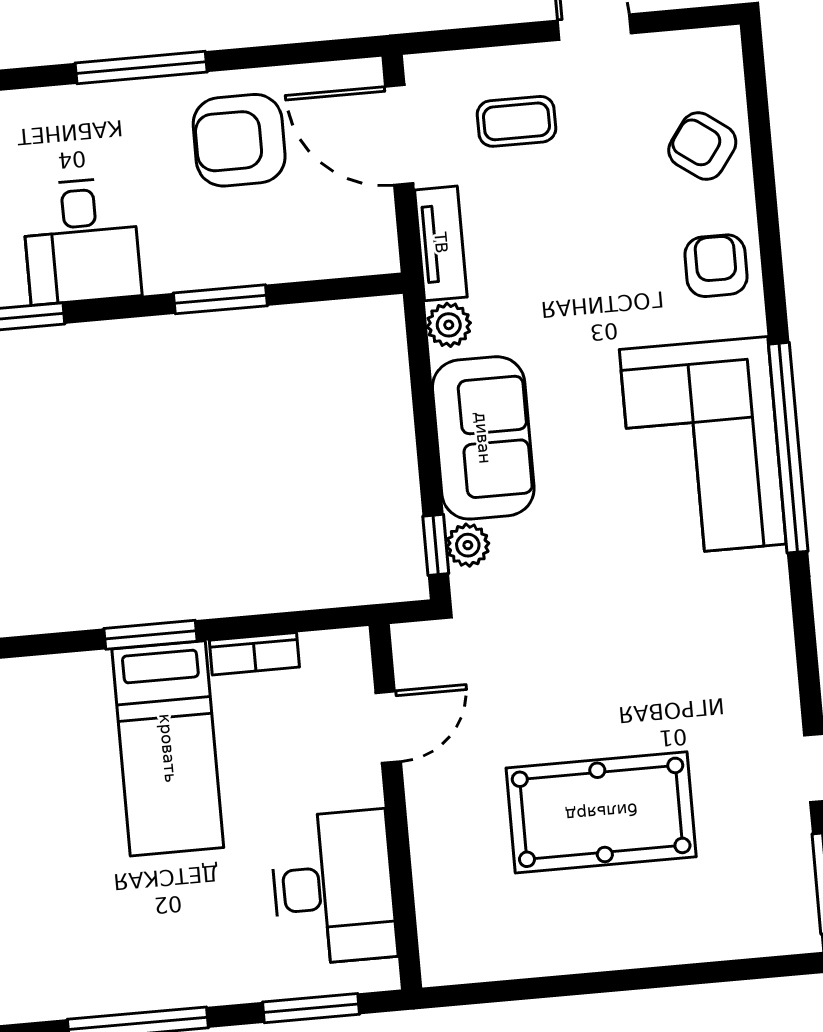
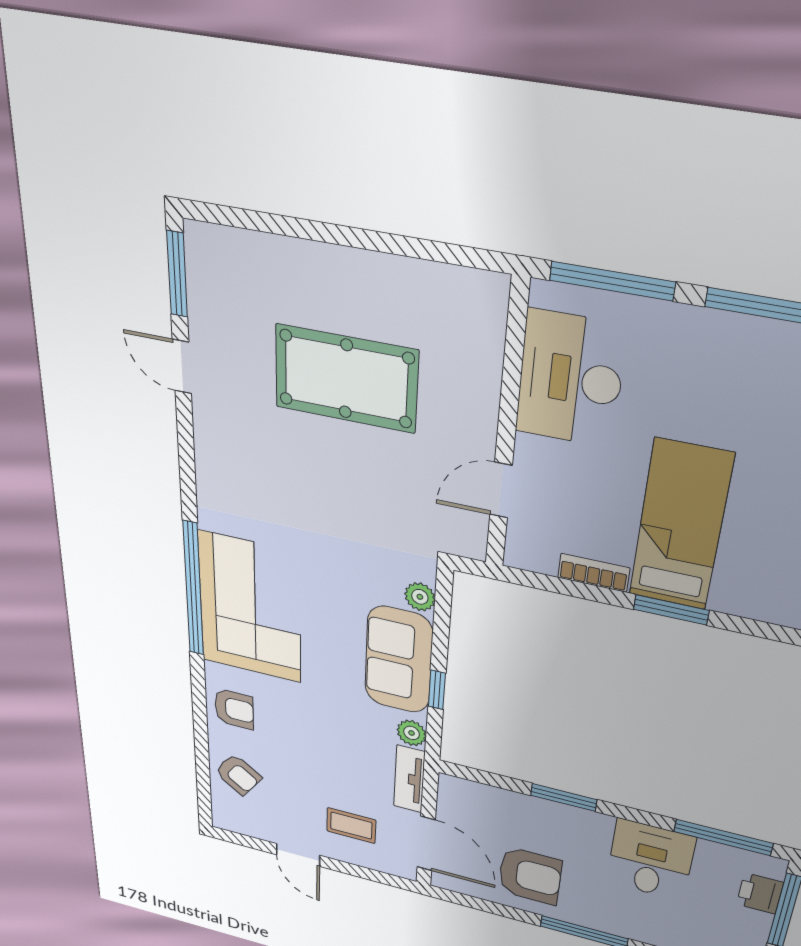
armchair: (716, 266) -> (234, 709), turned -90
window: (436, 545) -> (437, 690), moved
window: (311, 1008) -> (612, 281), width x1.44

